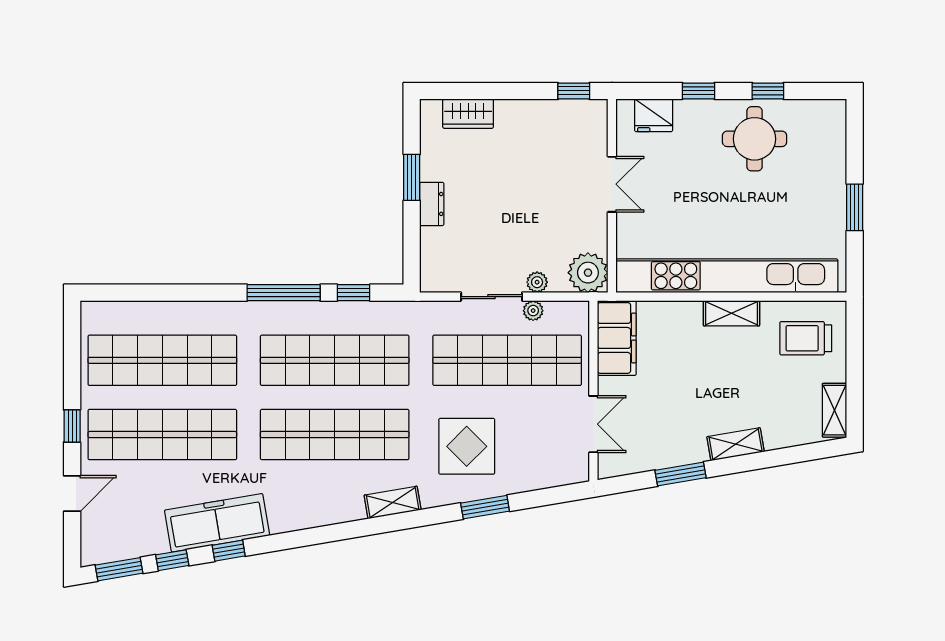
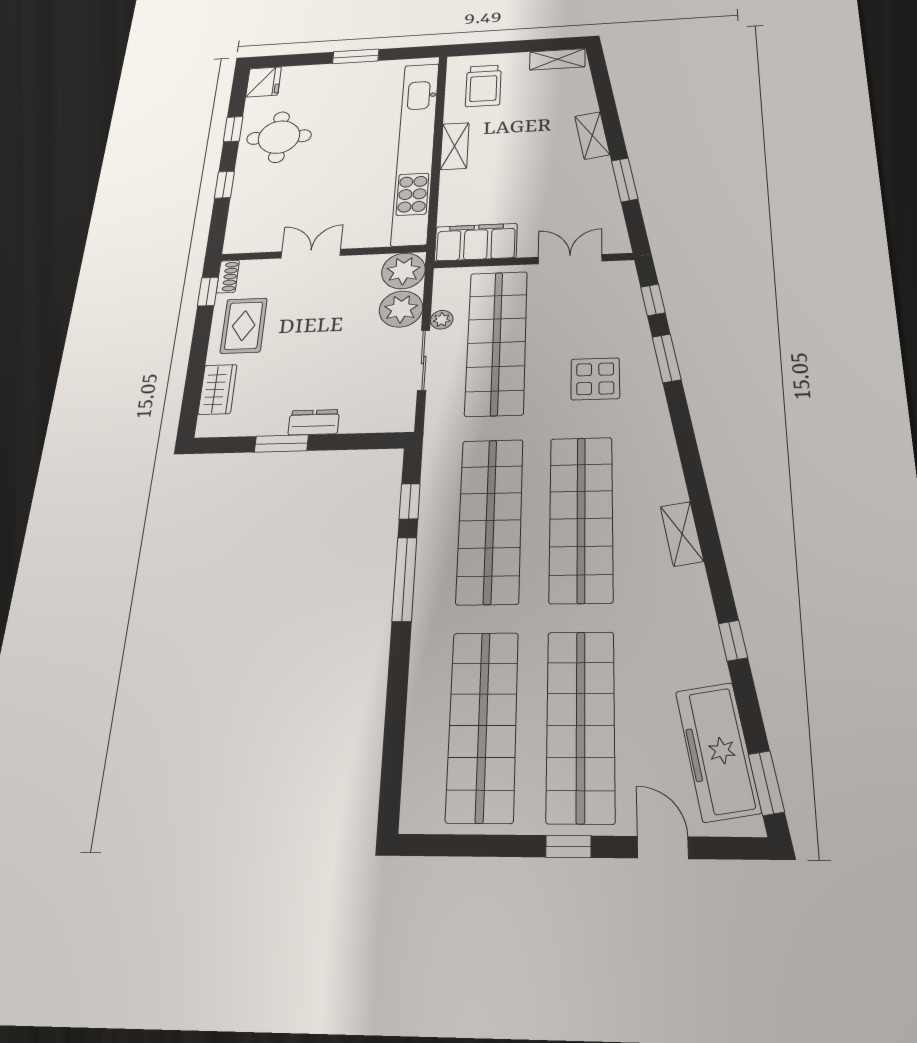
shoe rack: (590, 108) -> (228, 277), added
fridge: (654, 115) -> (264, 82), moved
rug: (535, 129) -> (244, 326), added
plant: (537, 282) -> (401, 309), width x1.88, depth x1.88
display table: (467, 446) -> (595, 379), width x0.73, depth x0.73
shelving: (393, 502) -> (682, 534), moved
freezer: (217, 523) -> (718, 751), moved
window: (172, 560) -> (653, 300), moved

